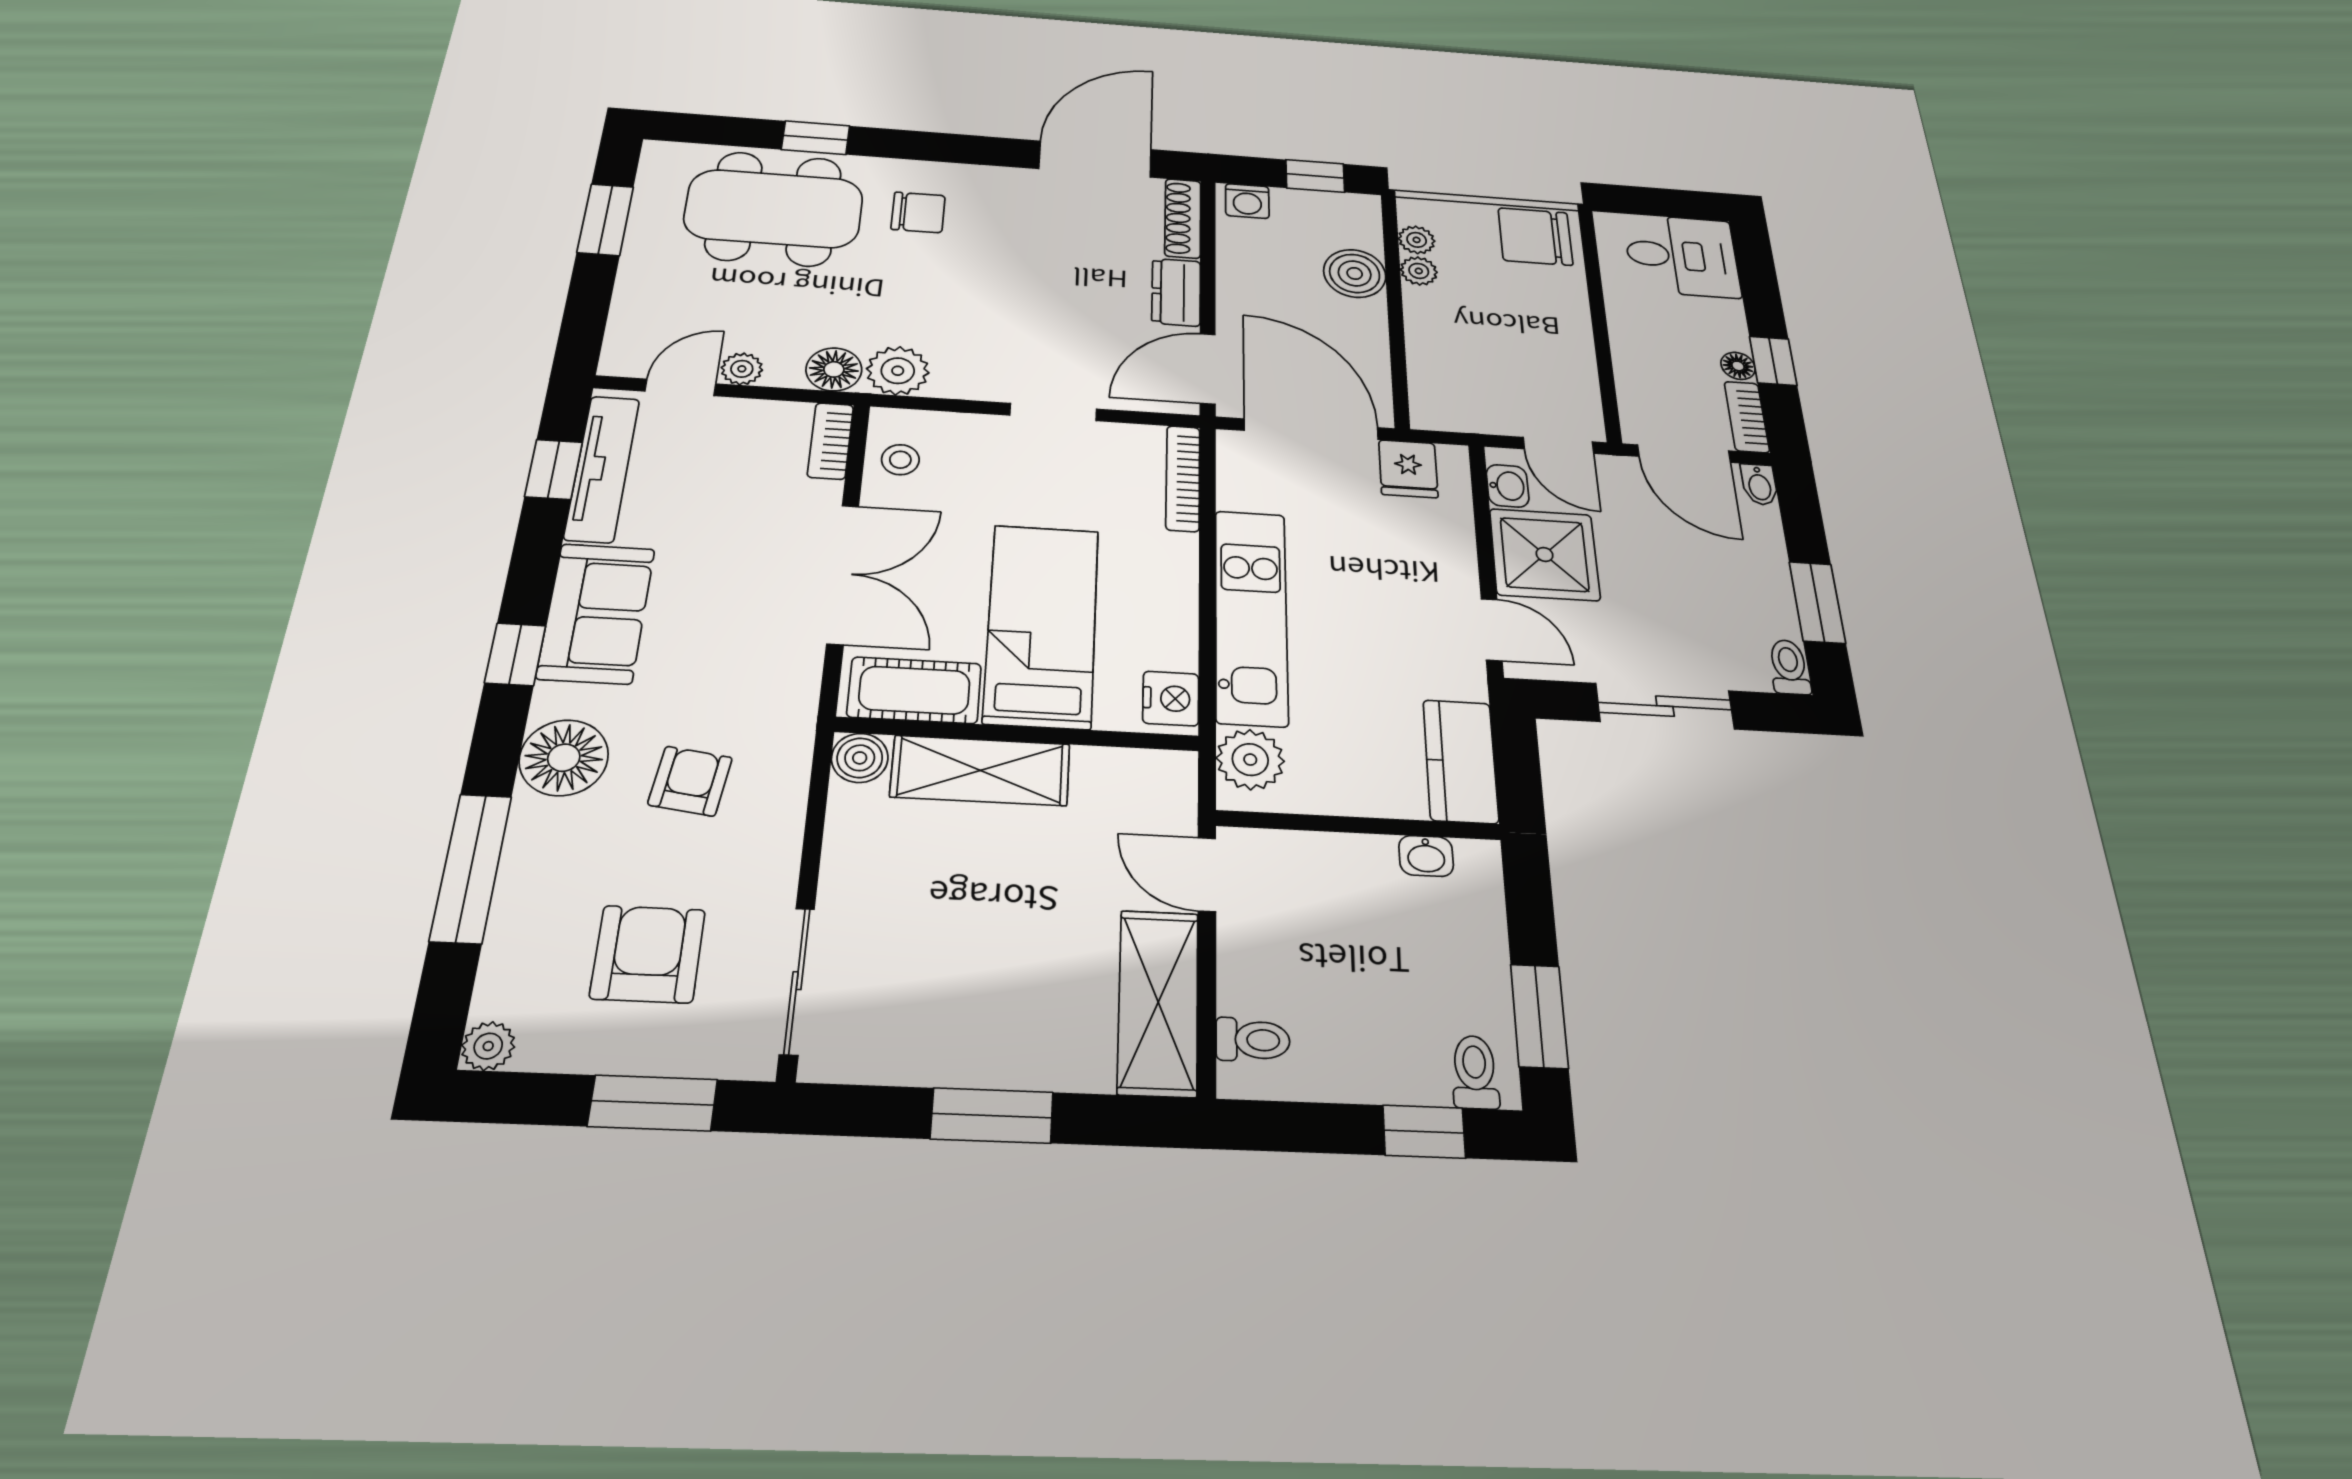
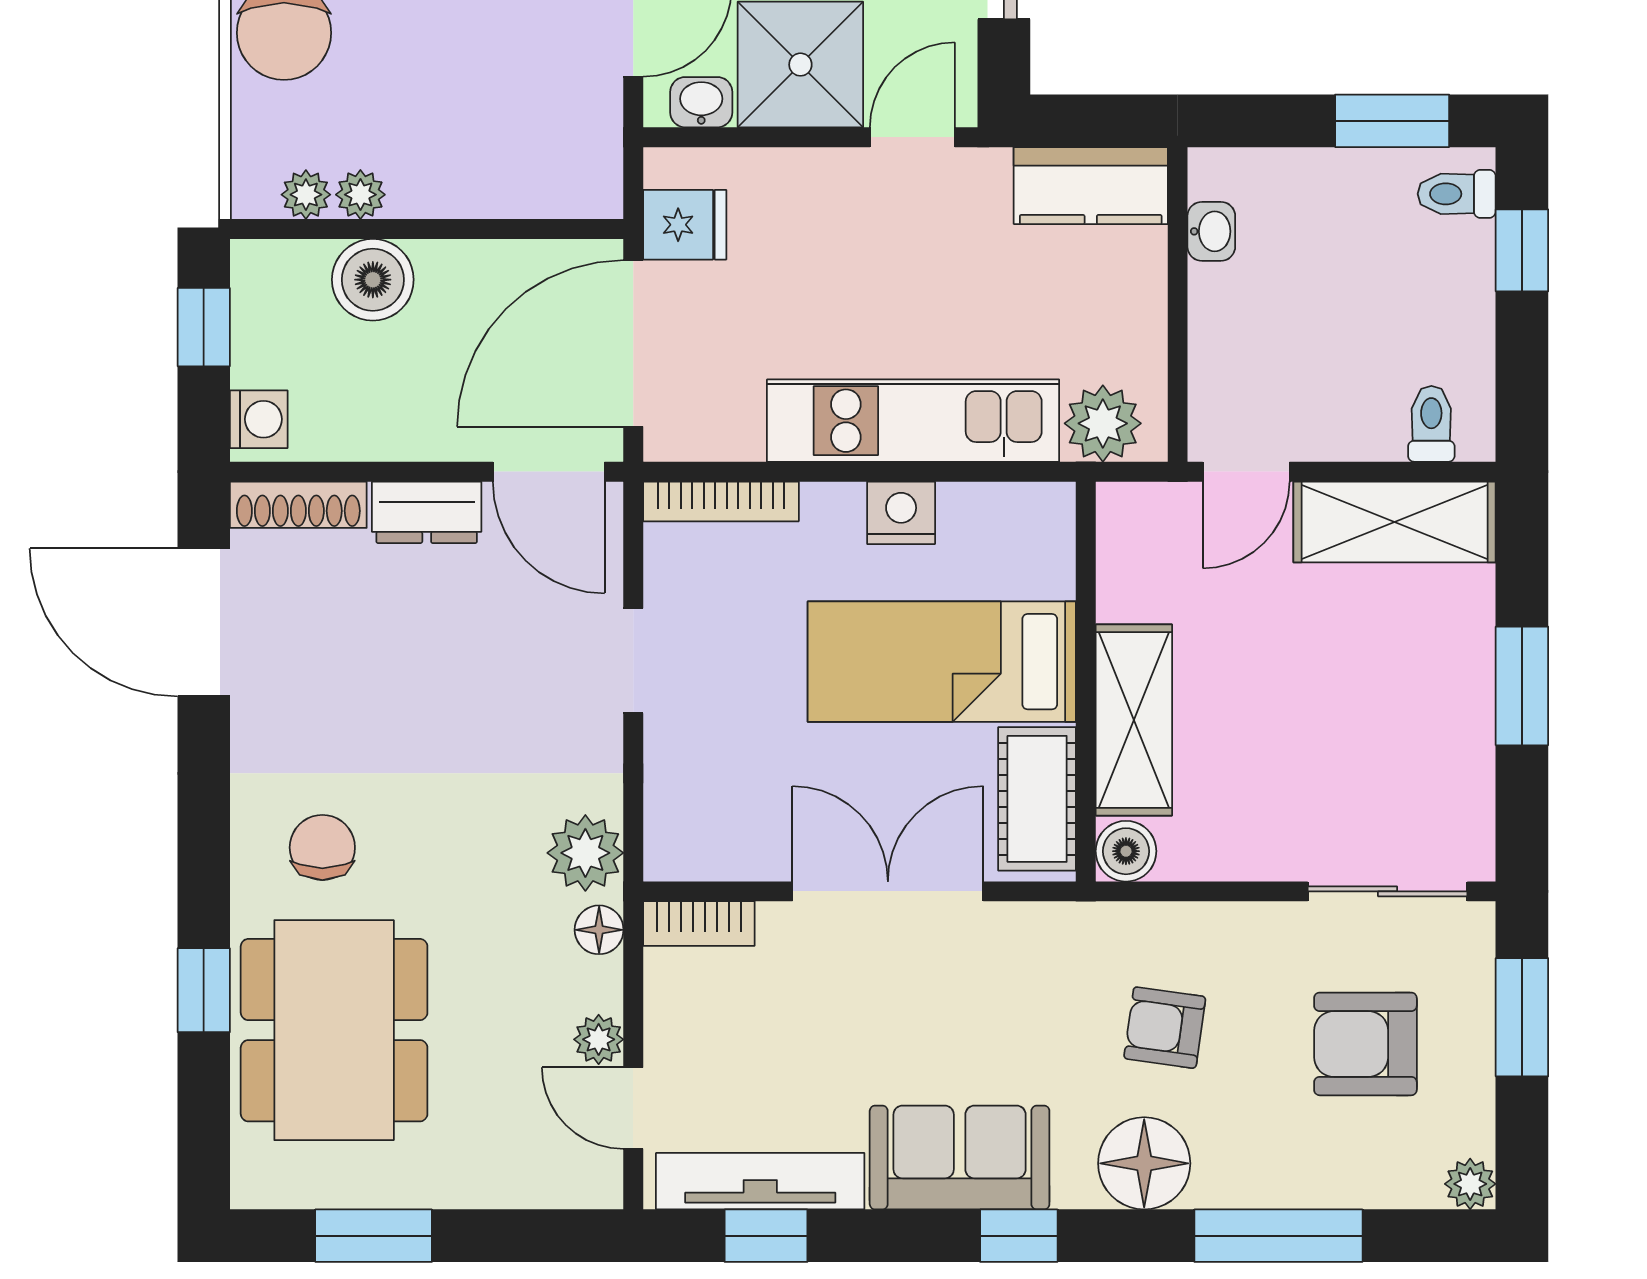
floor lamp: (834, 369) -> (599, 930), width x0.73, depth x0.73
stool: (900, 460) -> (720, 839), removed
nightstand: (1171, 699) -> (901, 513), moved

